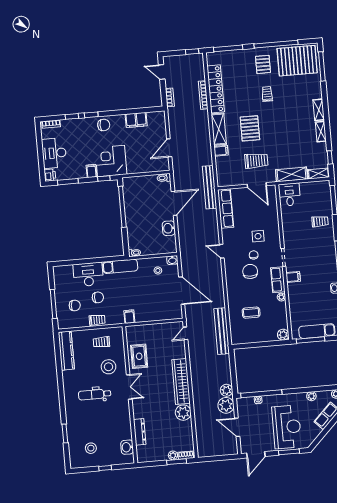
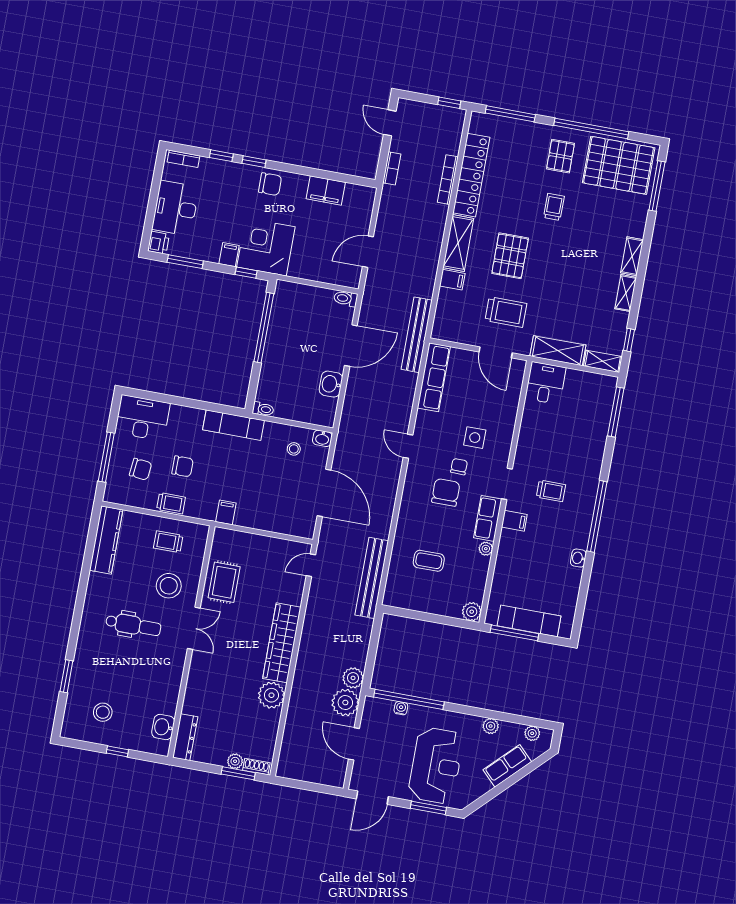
trolley: (320, 221) -> (551, 491), moved
desk: (88, 274) -> (142, 418), moved
dental chair: (95, 394) -> (133, 625), turned 180
dresser: (140, 432) -> (185, 737), moved

